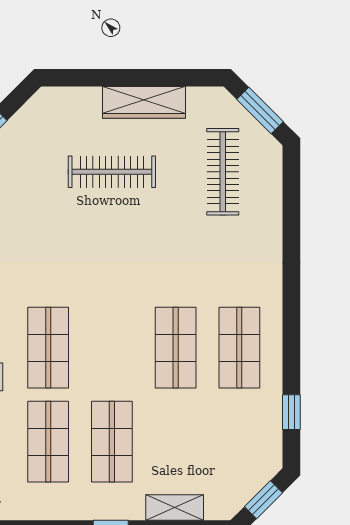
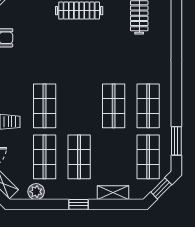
window: (291, 412) -> (176, 141), width x1.50
shop shelf: (239, 442) -> (148, 157), added
plant: (33, 506) -> (36, 192), added

